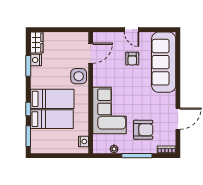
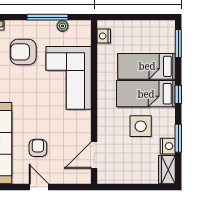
side table: (79, 76) -> (141, 126), moved
window: (28, 109) -> (178, 94), moved
window: (137, 156) -> (48, 17), moved

